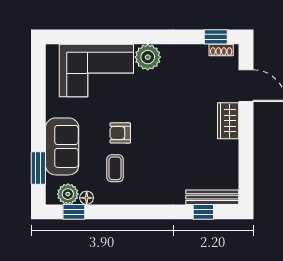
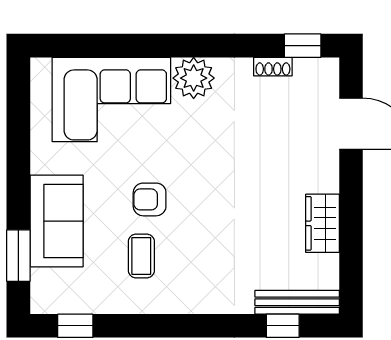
shoe rack: (221, 50) -> (273, 67), moved
wardrobe: (228, 121) -> (323, 223), moved
plant: (68, 194) -> (66, 297), removed
floor lamp: (87, 198) -> (96, 303), removed

